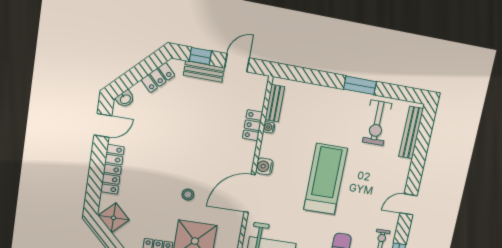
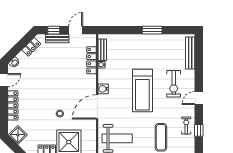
exercise bike: (377, 123) -> (174, 84), moved
locker: (253, 125) -> (91, 60), width x1.53
treadmill: (325, 179) -> (142, 91), turned 180

